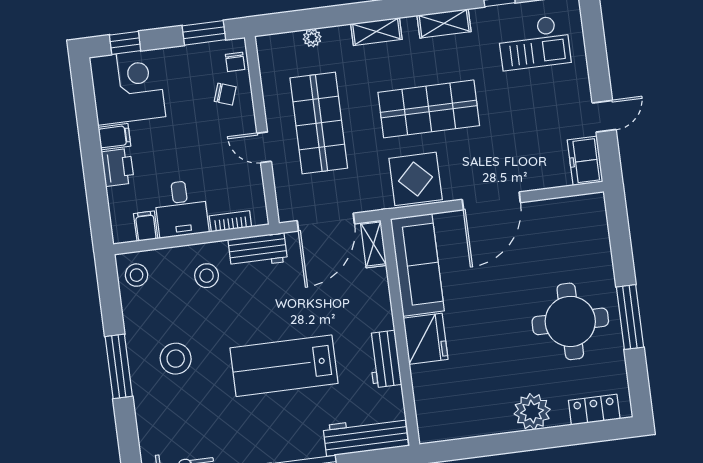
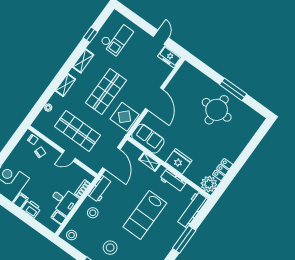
window: (204, 33) -> (14, 141), removed
shelving: (373, 244) -> (149, 162), moved
sofa: (417, 265) -> (148, 139), width x0.73
locker: (594, 410) -> (223, 170), moved
plant: (532, 412) -> (209, 184), moved

